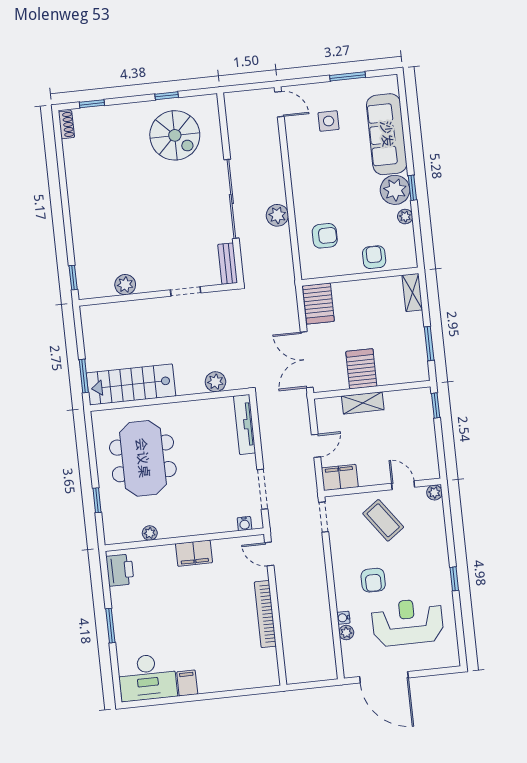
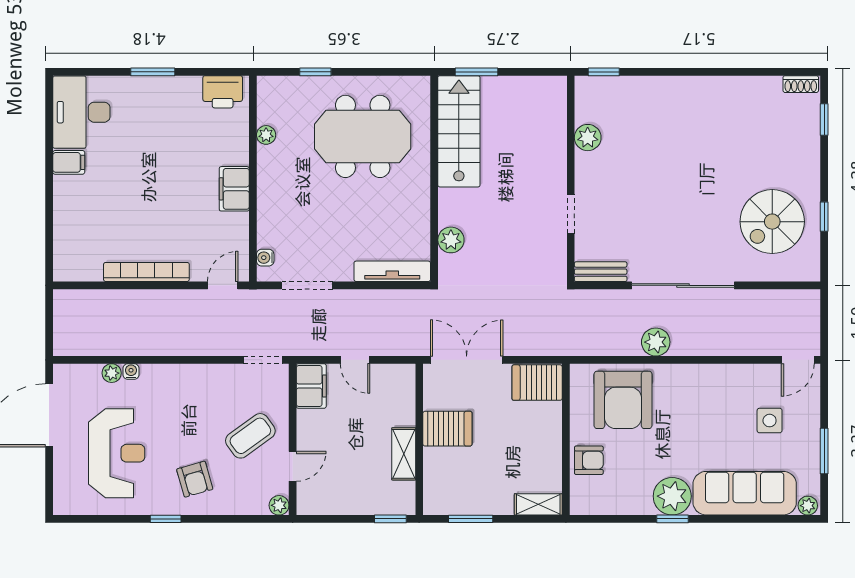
plant: (405, 217) -> (808, 506), moved
armchair: (325, 236) -> (623, 400), width x1.88, depth x1.88
shelving: (363, 403) -> (404, 454), moved
armchair: (373, 580) -> (195, 479), moved, turned -106

